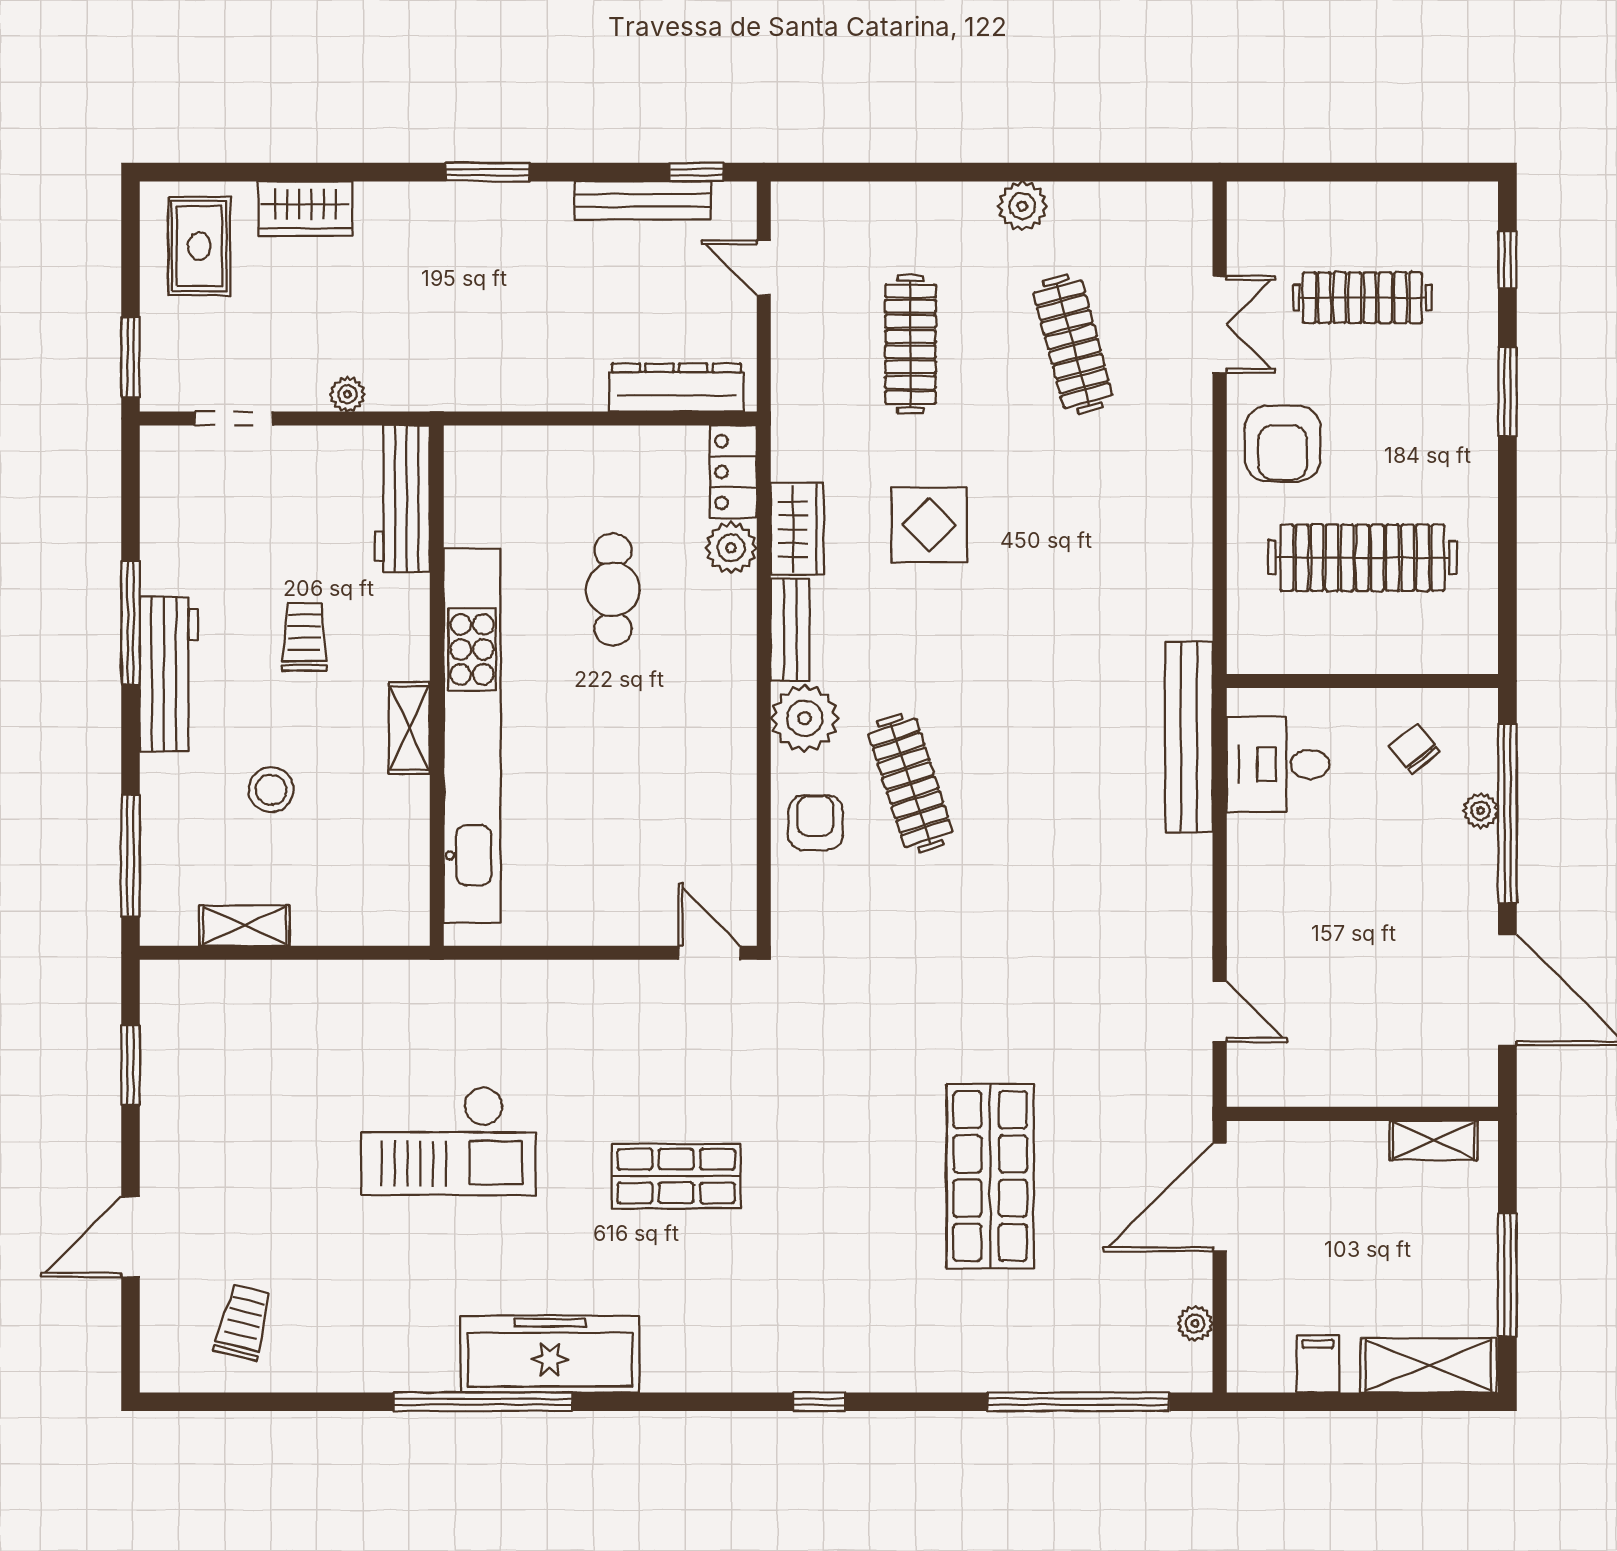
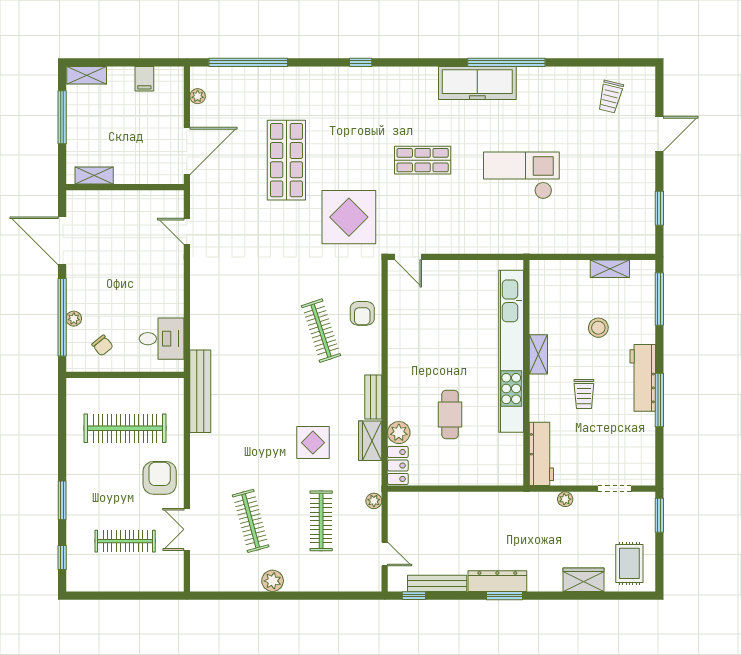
dresser: (676, 388) -> (497, 581), moved, turned 180
plant: (805, 718) -> (374, 501), moved, width x0.53, depth x0.53
bench: (1189, 737) -> (200, 391), moved
display table: (846, 1045) -> (349, 217), added
shelving: (1428, 1365) -> (87, 75), width x0.67, depth x0.75

